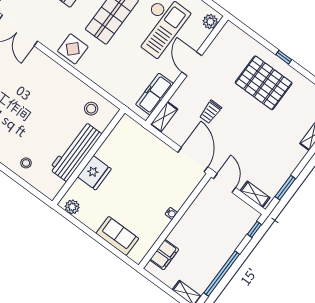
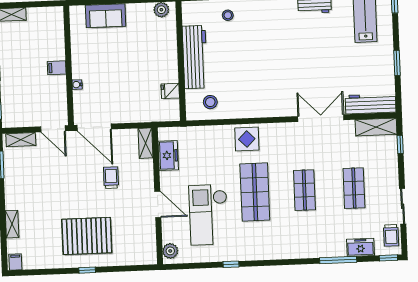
display table: (73, 49) -> (247, 139), moved
freezer: (155, 94) -> (168, 155), width x0.71
fridge: (94, 173) -> (170, 91), moved, width x0.53, depth x0.75
water cooler: (171, 213) -> (77, 85), moved
filing cabinet: (164, 255) -> (57, 68), moved, width x0.50

